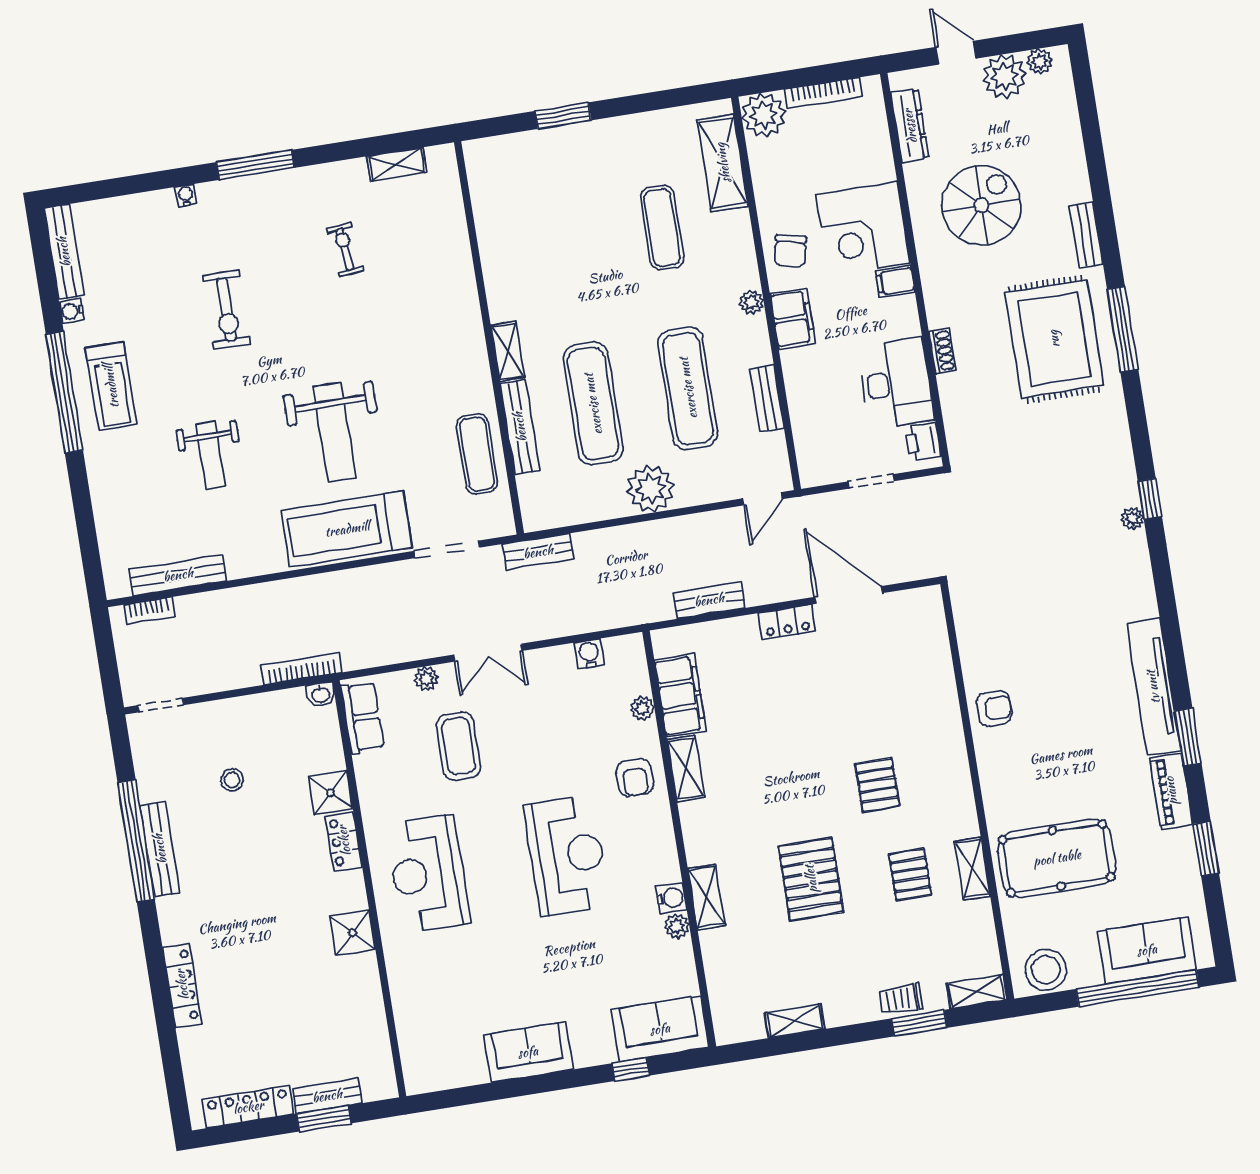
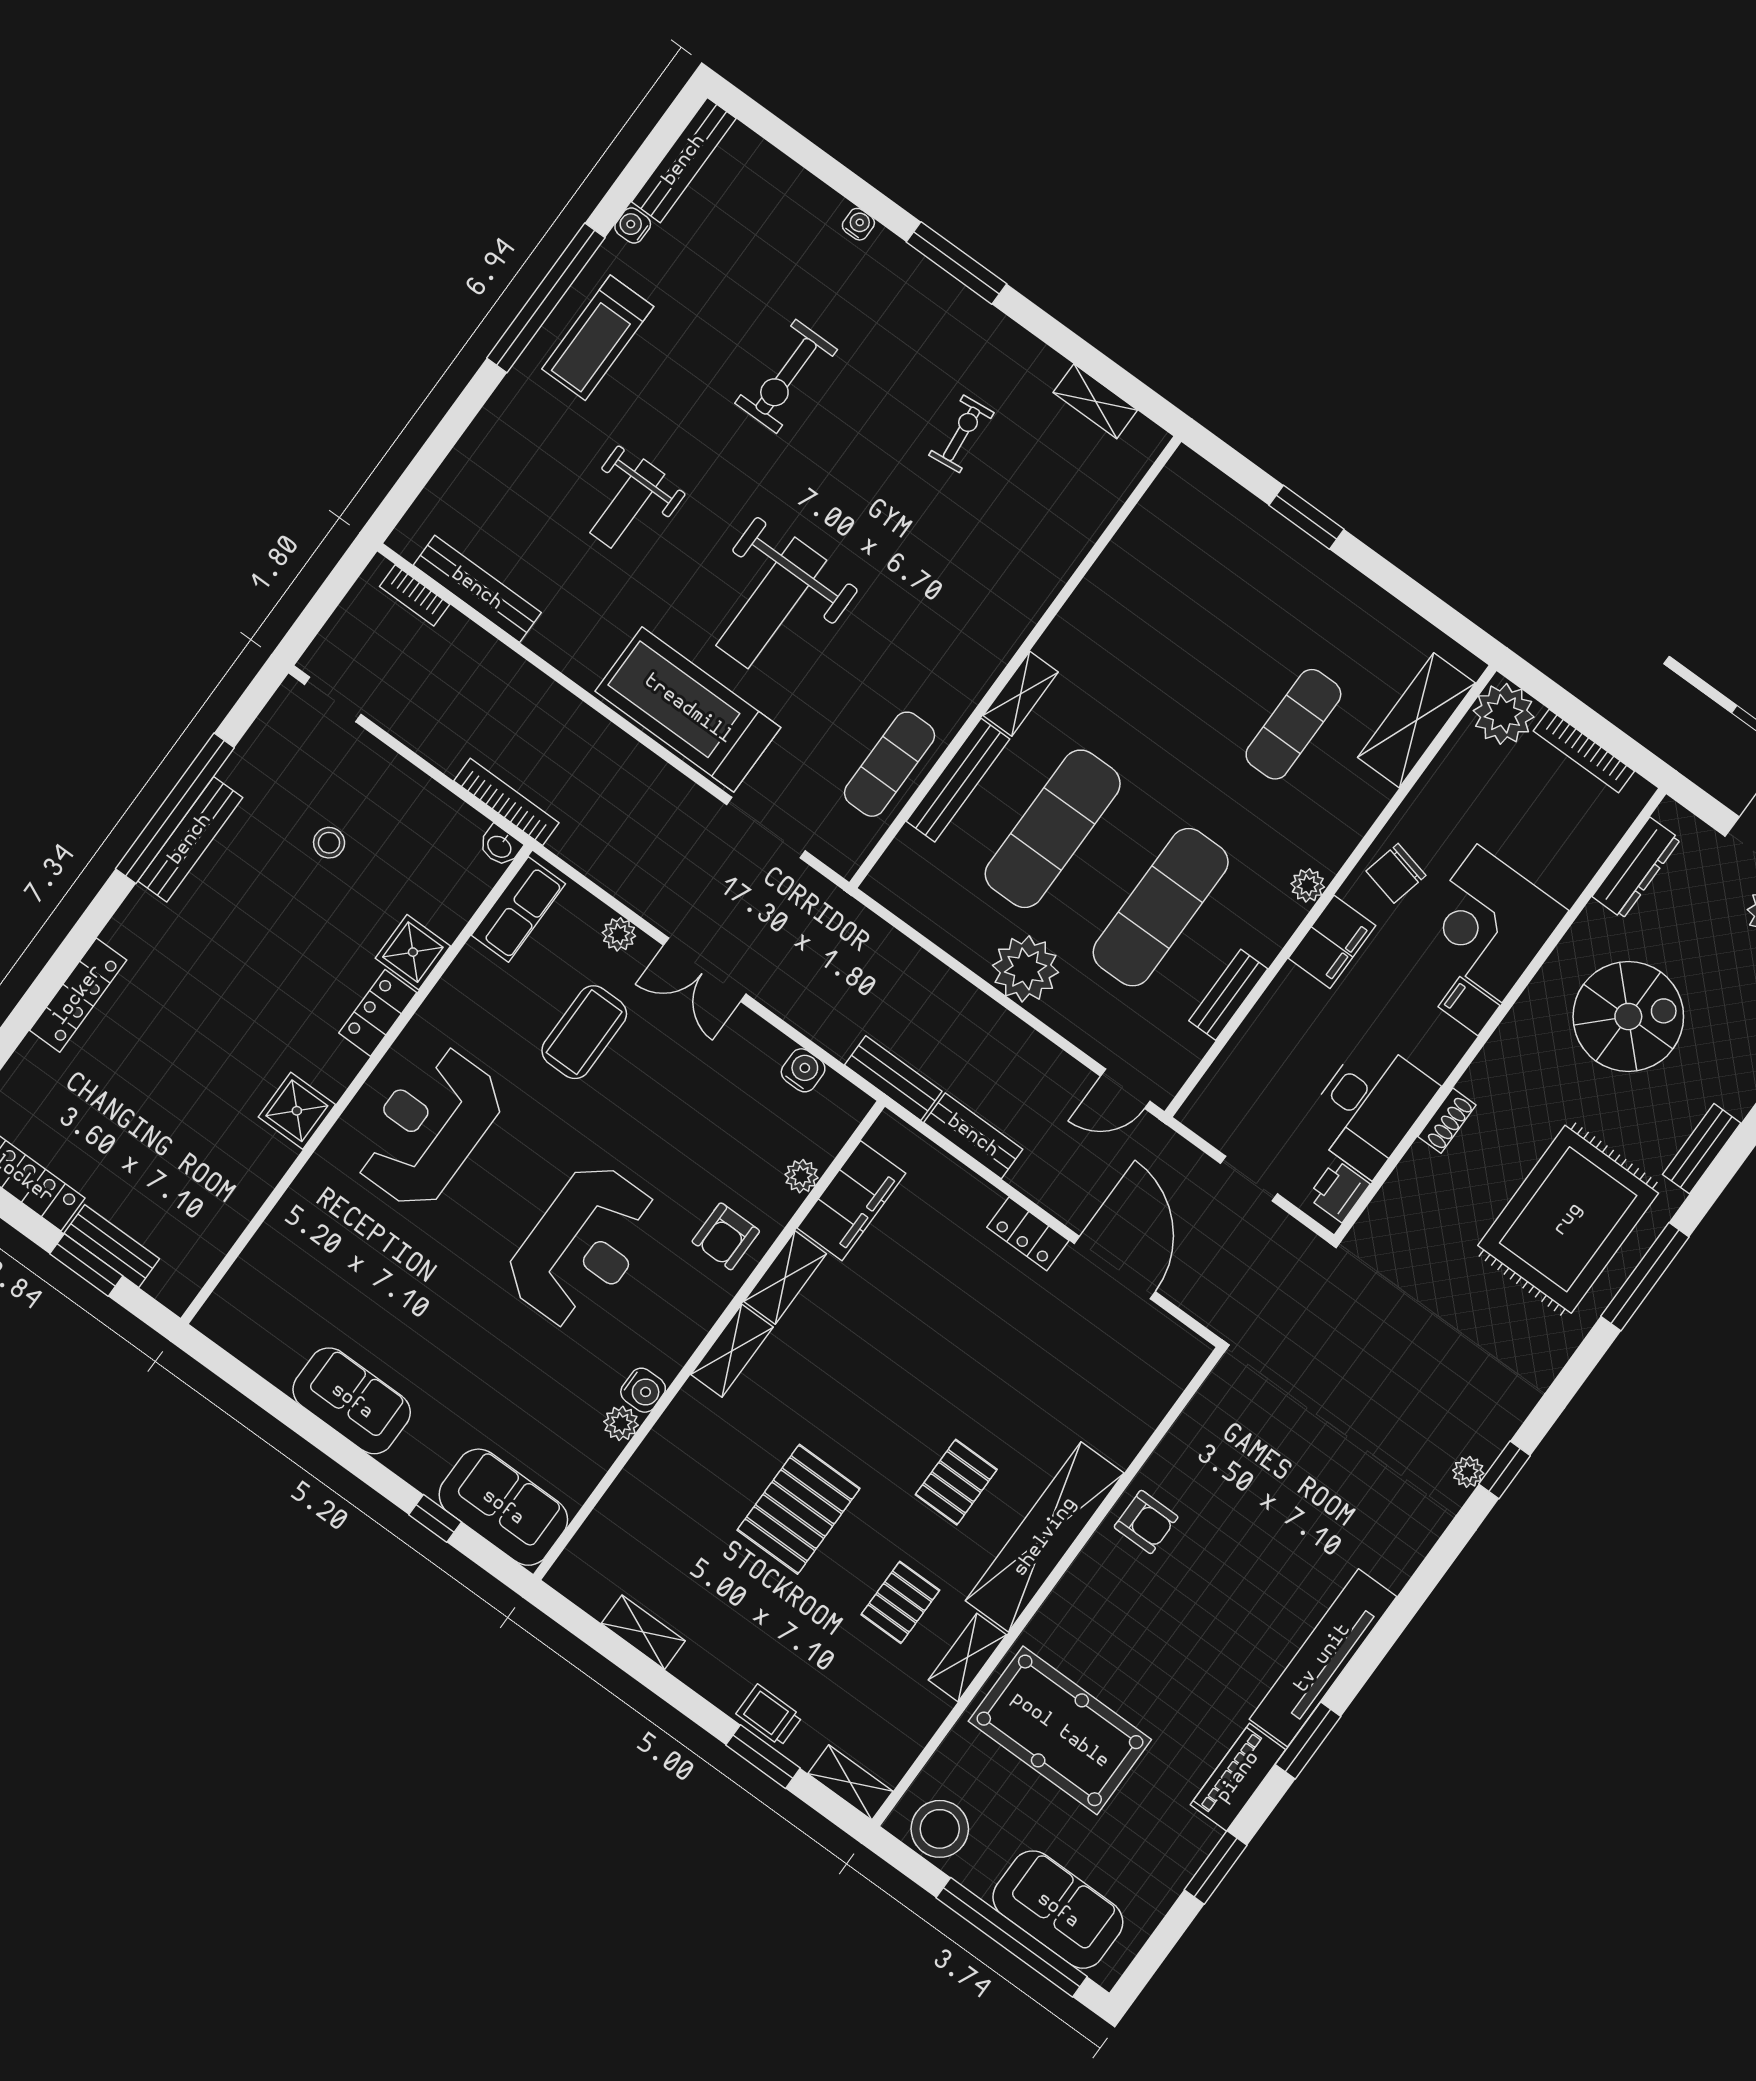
bench: (538, 552) -> (893, 1078), moved
shelving: (950, 768) -> (1045, 1537), added
shelving: (706, 897) -> (732, 1351), moved

